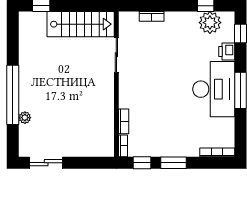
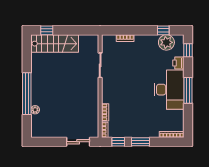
stairs: (81, 24) -> (55, 44), moved
sliding door: (46, 163) -> (78, 142), moved

